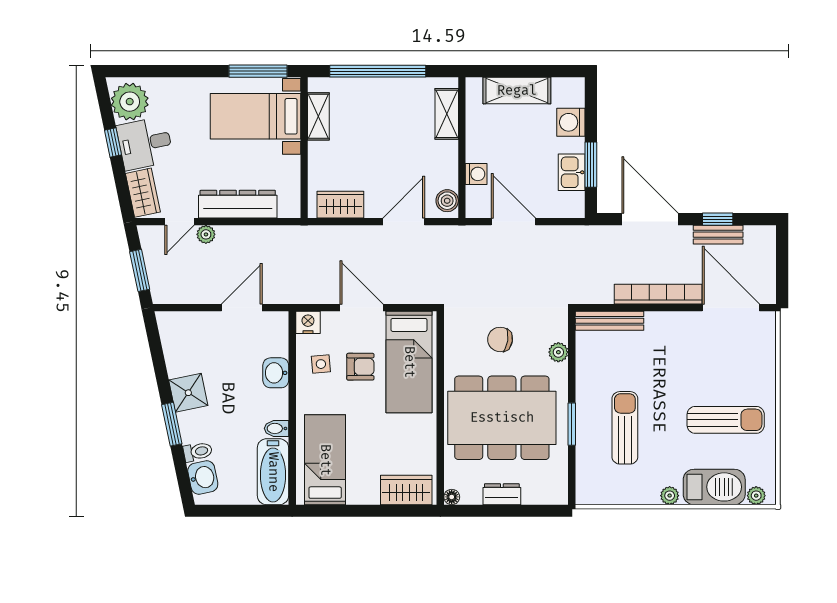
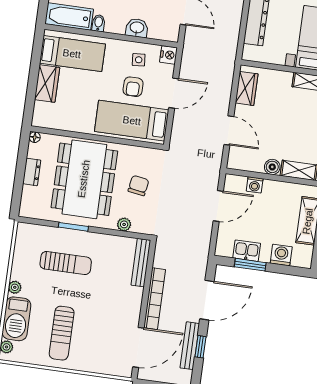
boiler: (447, 201) -> (272, 167), moved
bench: (718, 235) -> (190, 346), width x1.36
wardrobe: (406, 490) -> (47, 84), moved

